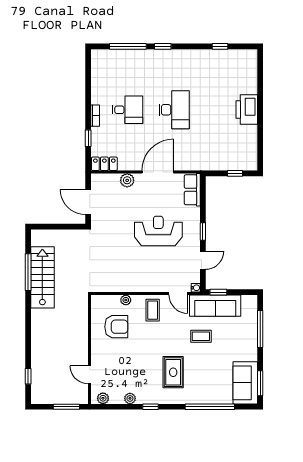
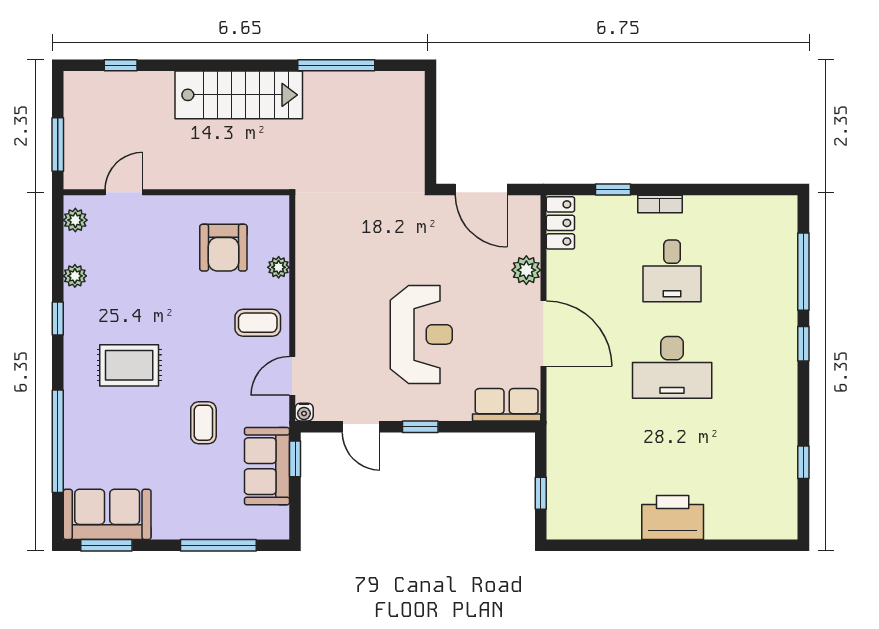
door: (88, 202) -> (481, 189), swing flipped
stairs: (42, 277) -> (239, 95), moved
sofa: (215, 306) -> (267, 466), width x0.73

